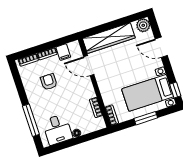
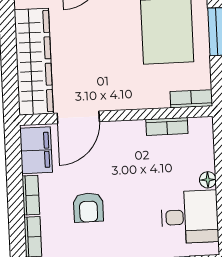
filing cabinet: (63, 52) -> (36, 150), width x2.00
armchair: (49, 82) -> (88, 208), turned -90

